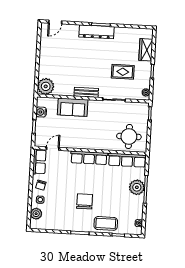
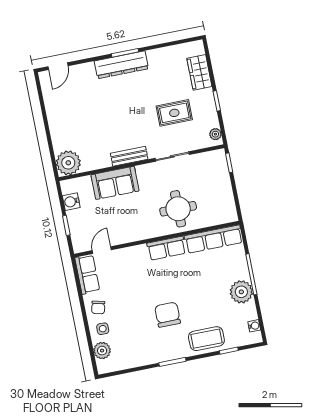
round table: (129, 136) -> (178, 209), moved
row of seats: (89, 158) -> (166, 248), width x0.68
plant: (137, 187) -> (241, 292), moved

